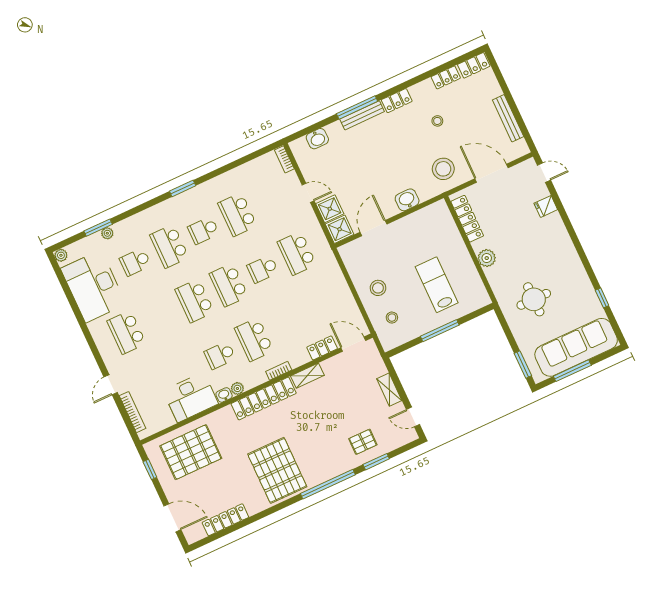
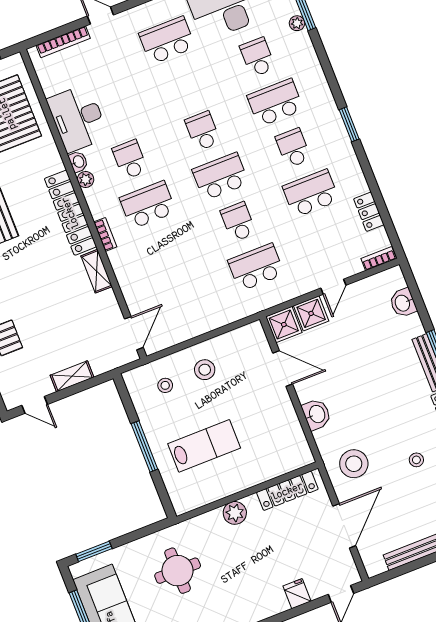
school desk: (195, 301) -> (203, 131), width x0.54
locker: (322, 348) -> (369, 212), moved, turned 180
door: (413, 417) -> (35, 405), swing flipped

